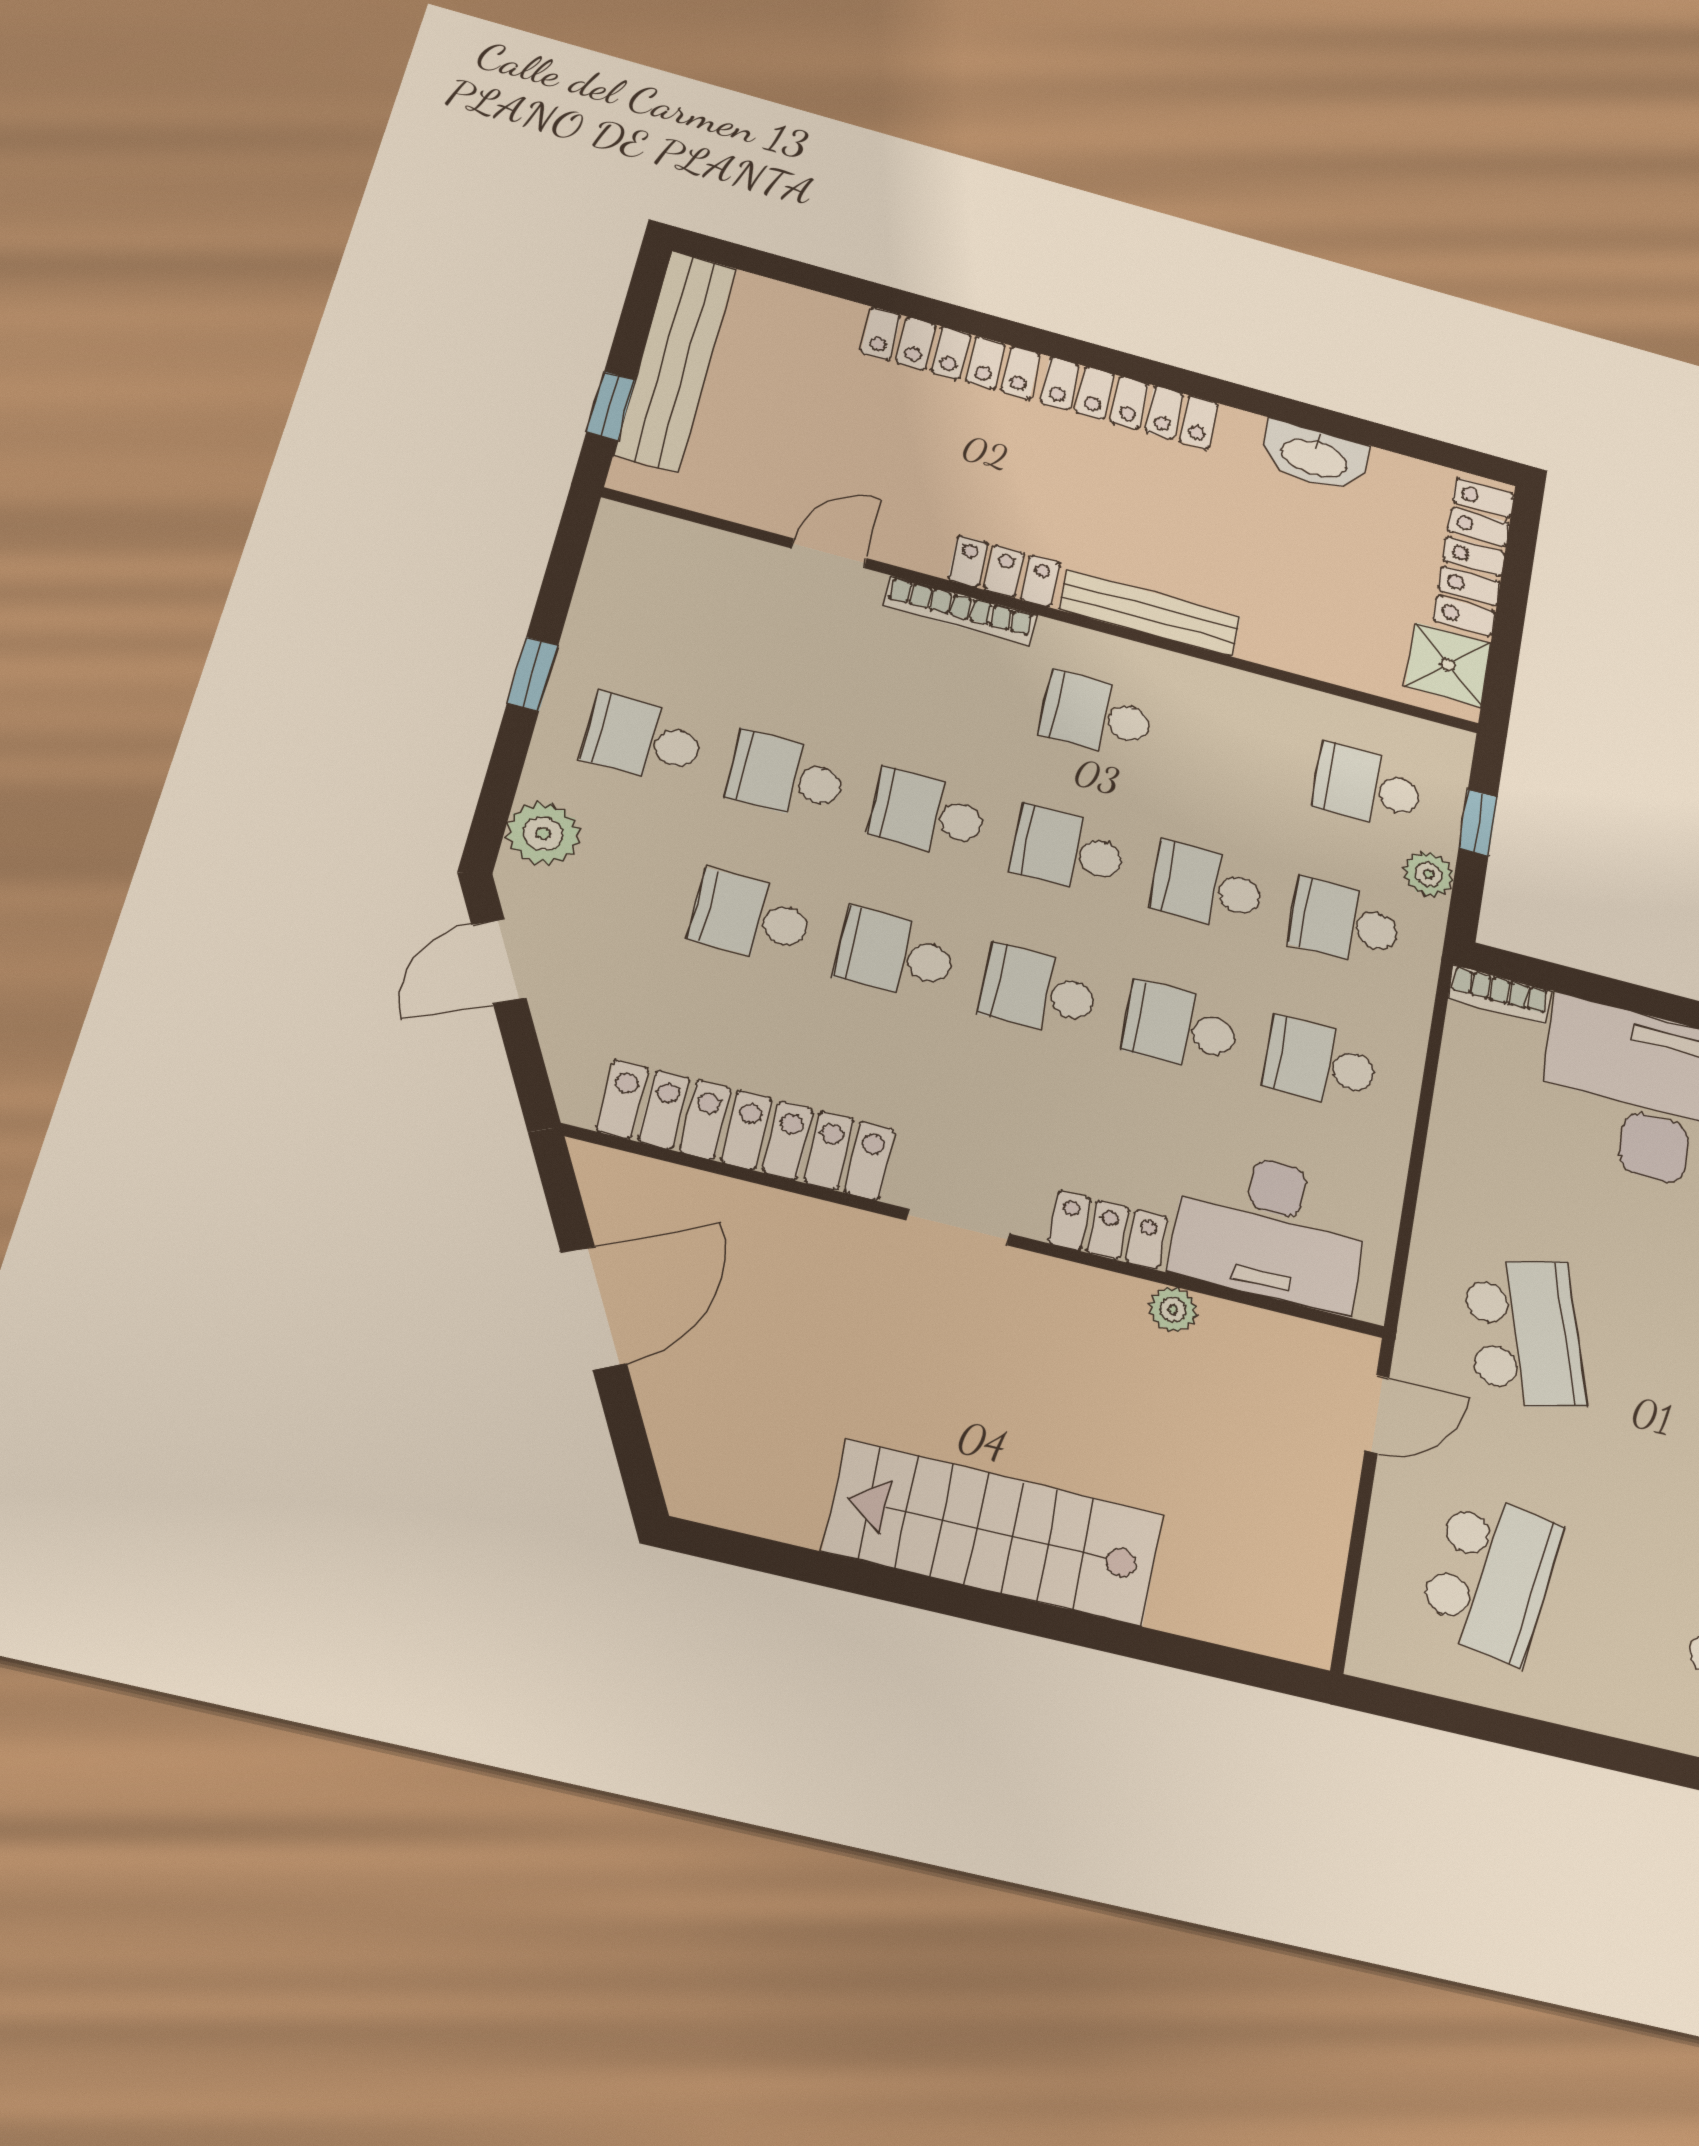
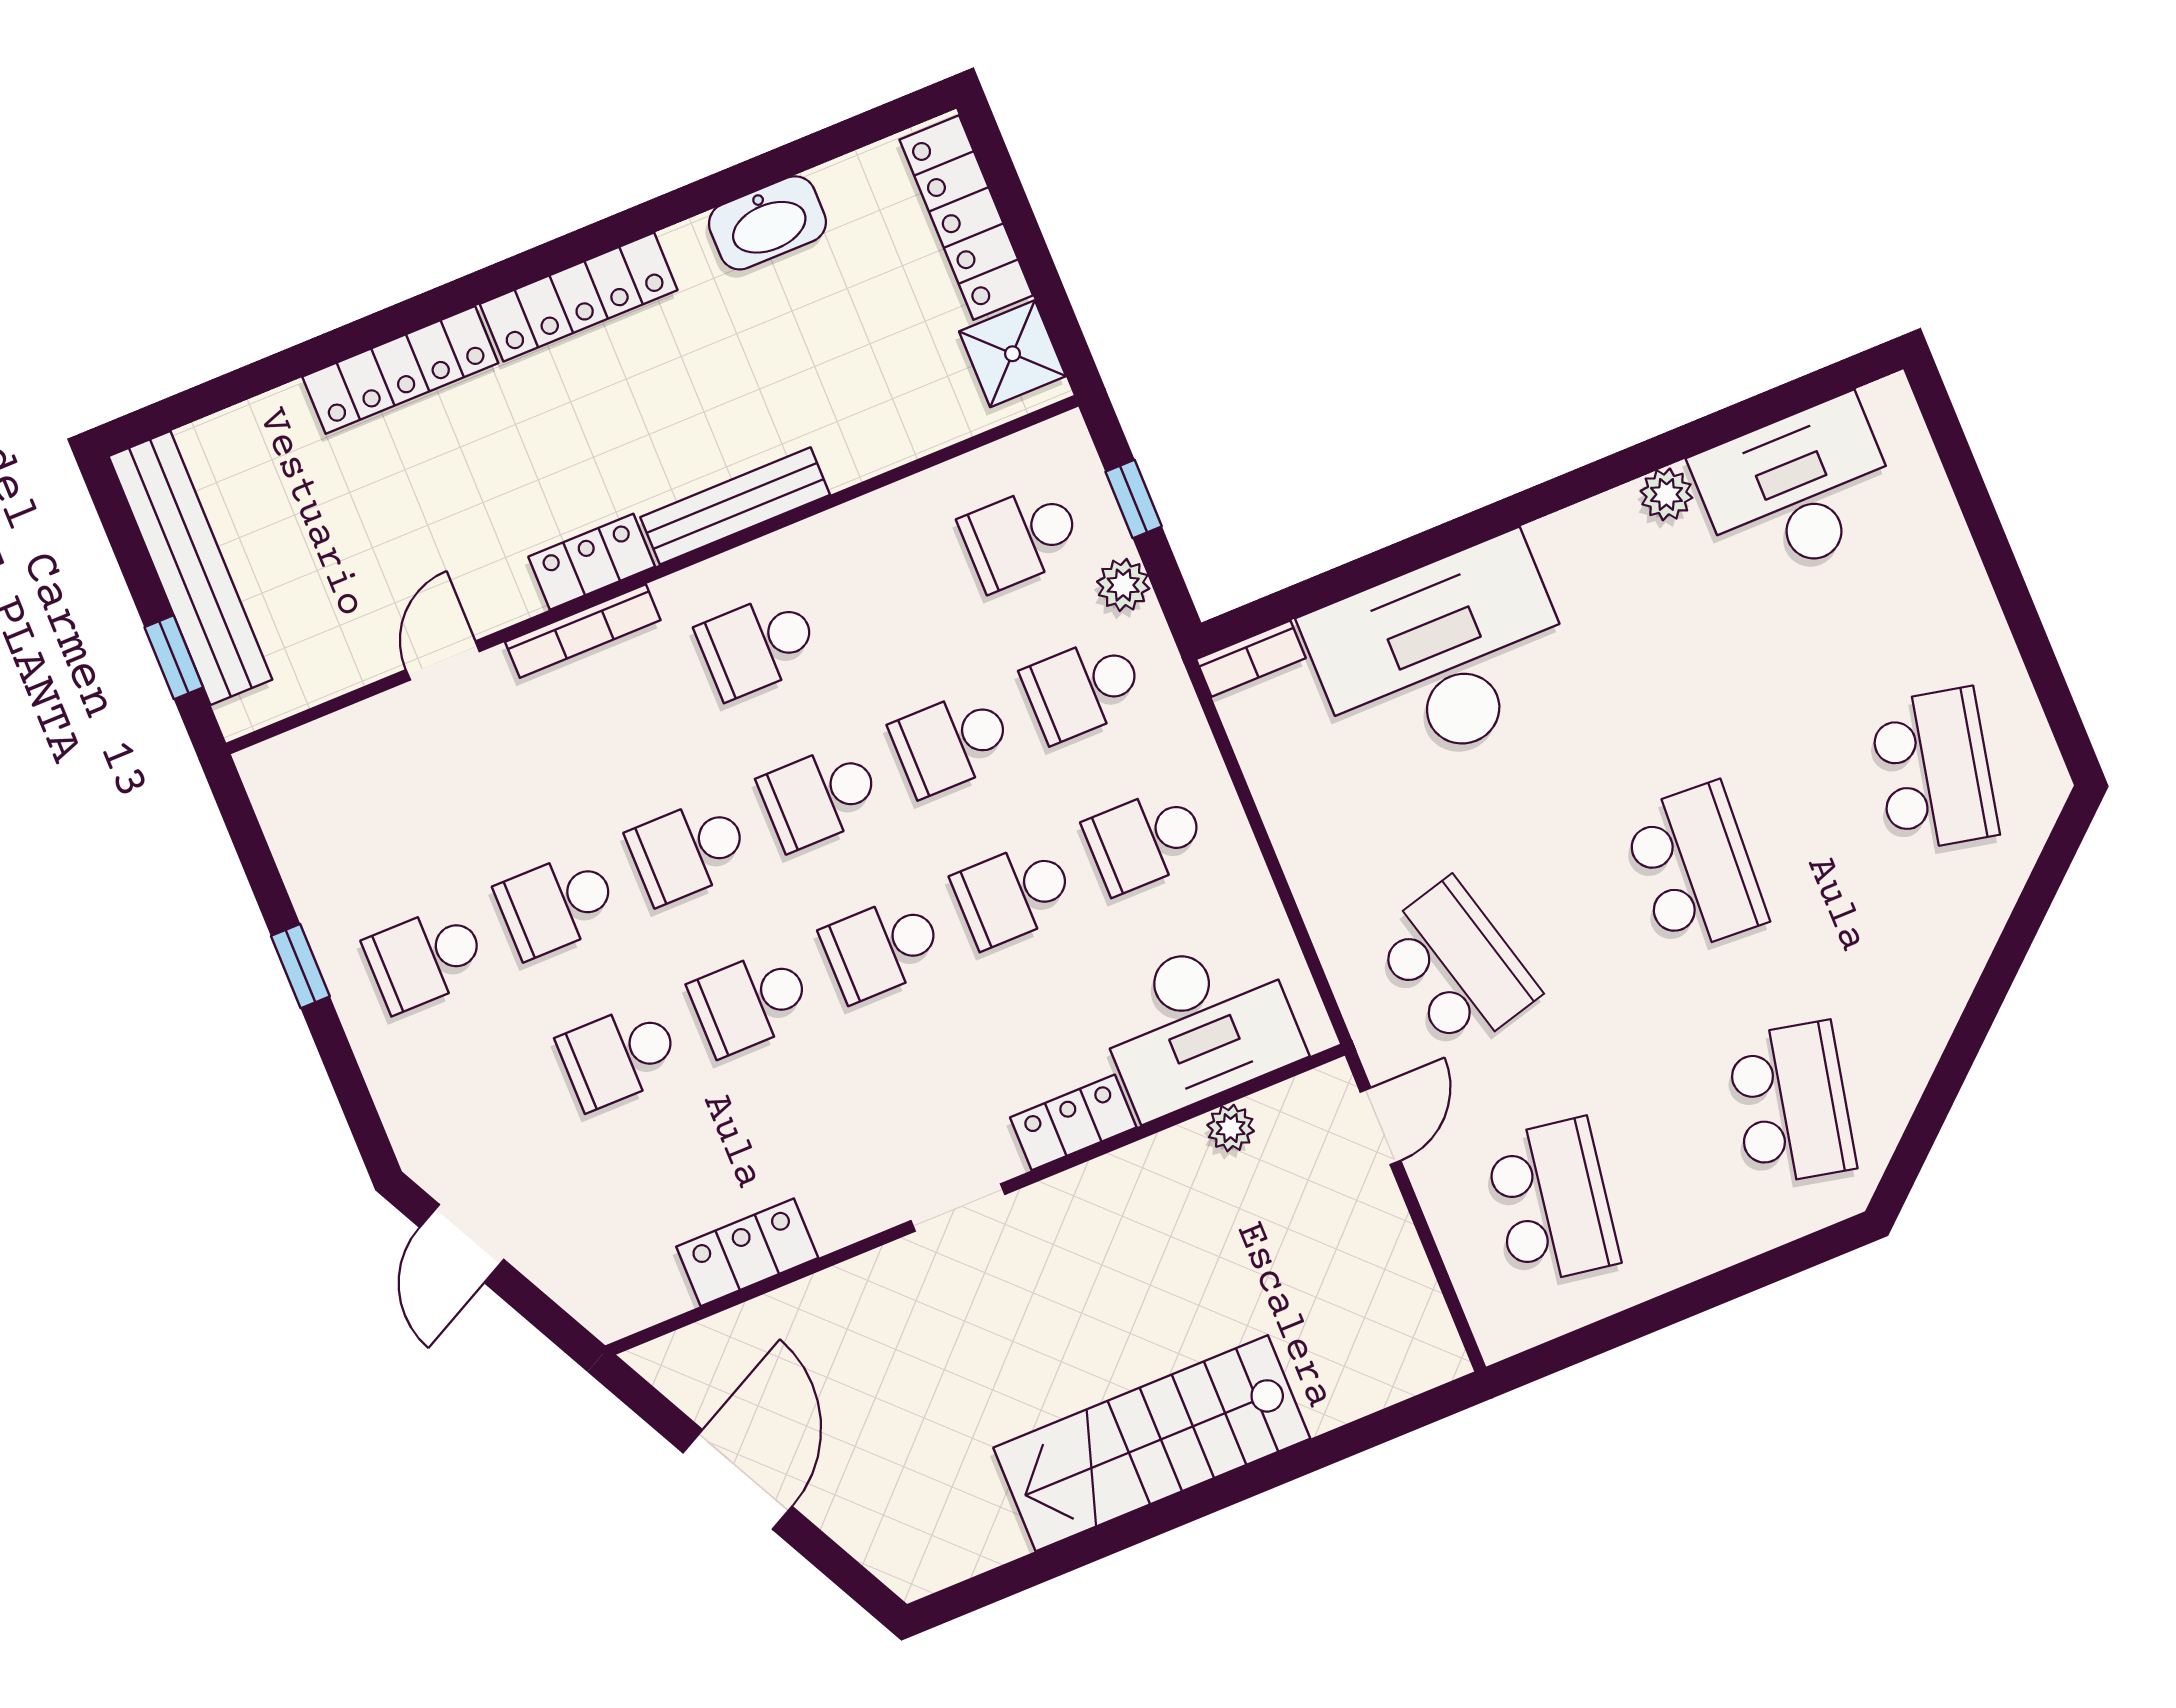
plant: (543, 834) -> (413, 1105), removed
locker: (747, 1130) -> (747, 1252), width x0.46, depth x0.83
plant: (1173, 1310) -> (1231, 1128), moved

